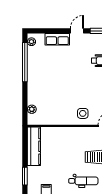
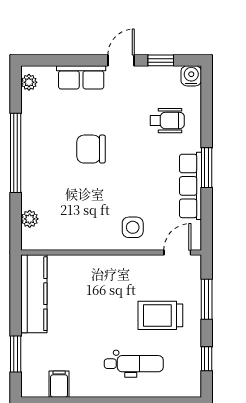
window: (25, 62) -> (16, 153), moved
chair: (62, 75) -> (91, 149), added

